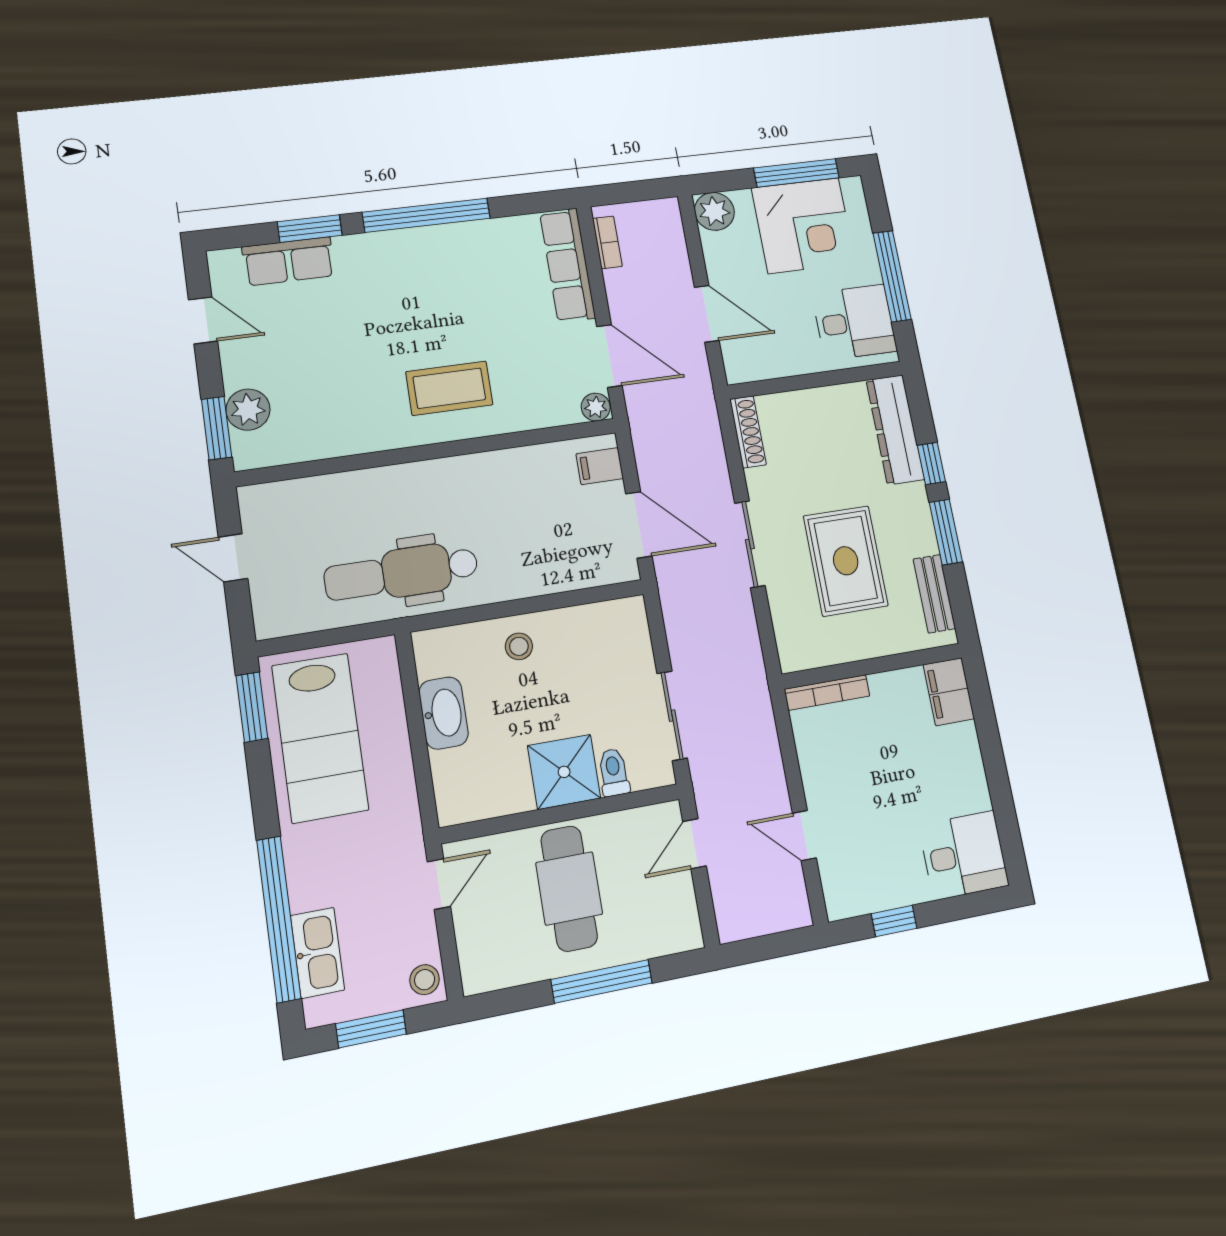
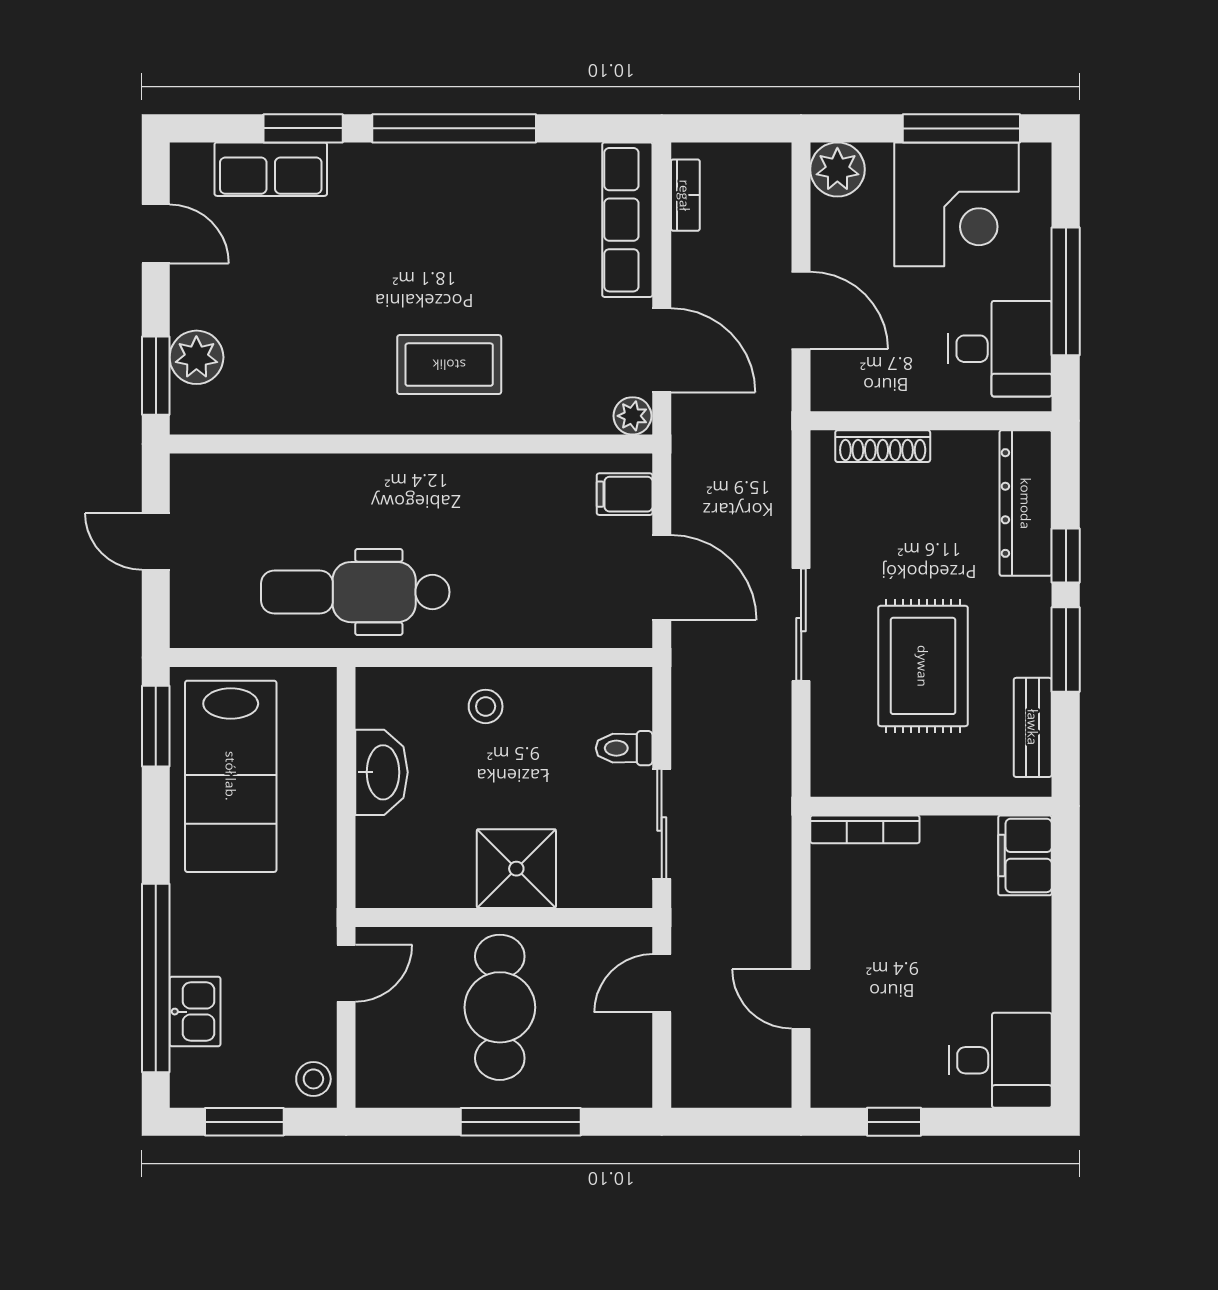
shoe rack: (748, 432) -> (883, 446), moved, turned 90
toilet: (614, 772) -> (624, 748), moved, turned -90
kitchen sink: (318, 953) -> (195, 1012), width x0.73

